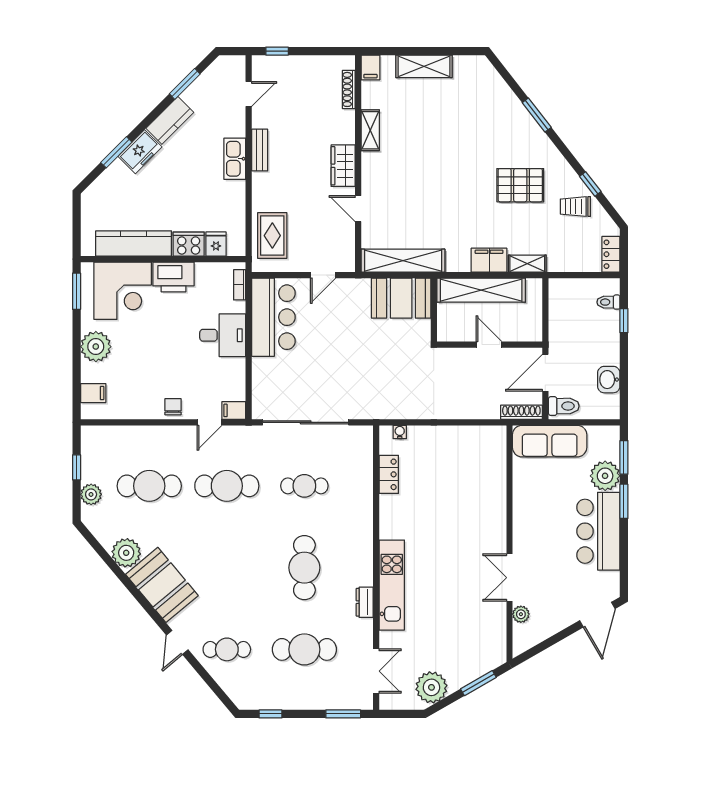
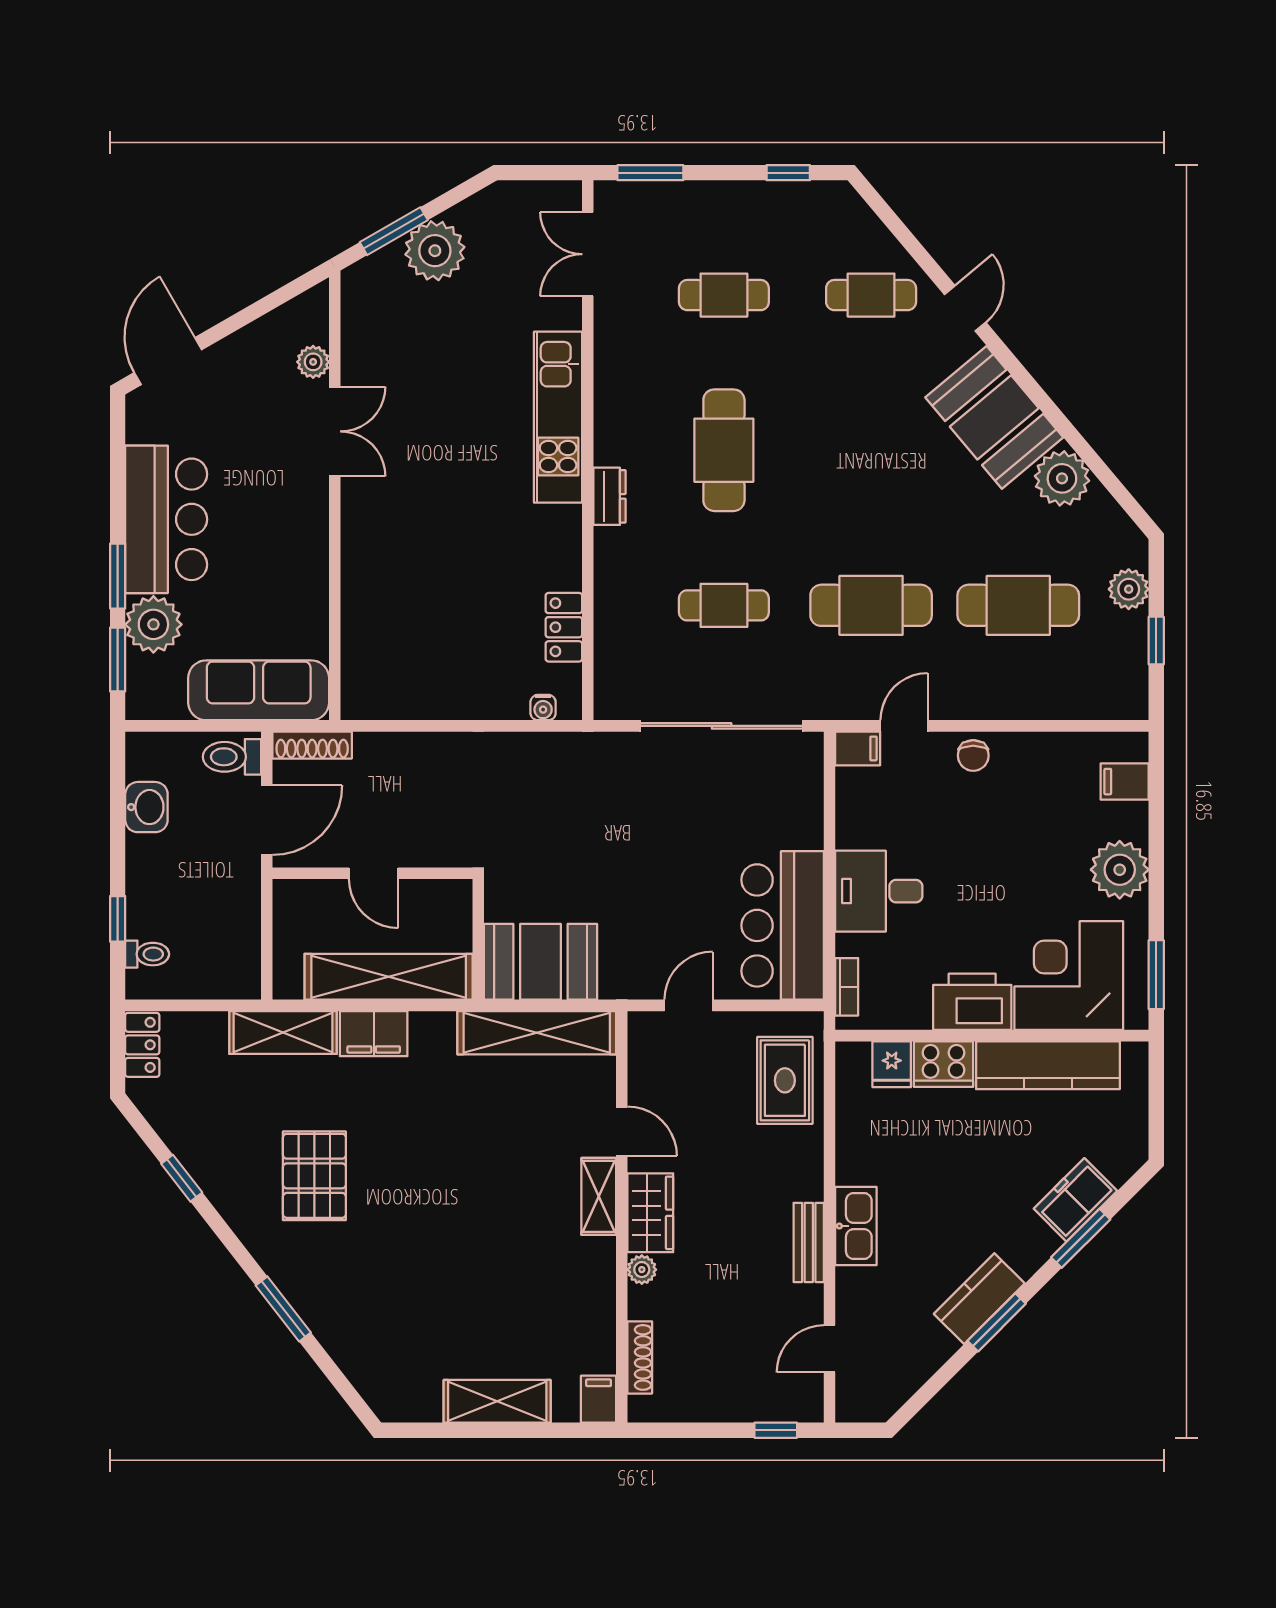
window: (185, 84) -> (997, 1322), moved
shelving: (370, 130) -> (599, 1196), moved
plant: (348, 136) -> (642, 1270), added
freezer: (140, 152) -> (1075, 1200), moved
pallet: (520, 185) -> (314, 1176), turned 90
trolley: (575, 207) -> (210, 1135), removed
shelving: (527, 264) -> (283, 1033), width x1.50, depth x1.33
dresser: (365, 602) -> (610, 496), moved
cafe table: (304, 649) -> (724, 295), width x0.73, depth x0.74
plant: (431, 687) -> (435, 251), moved

